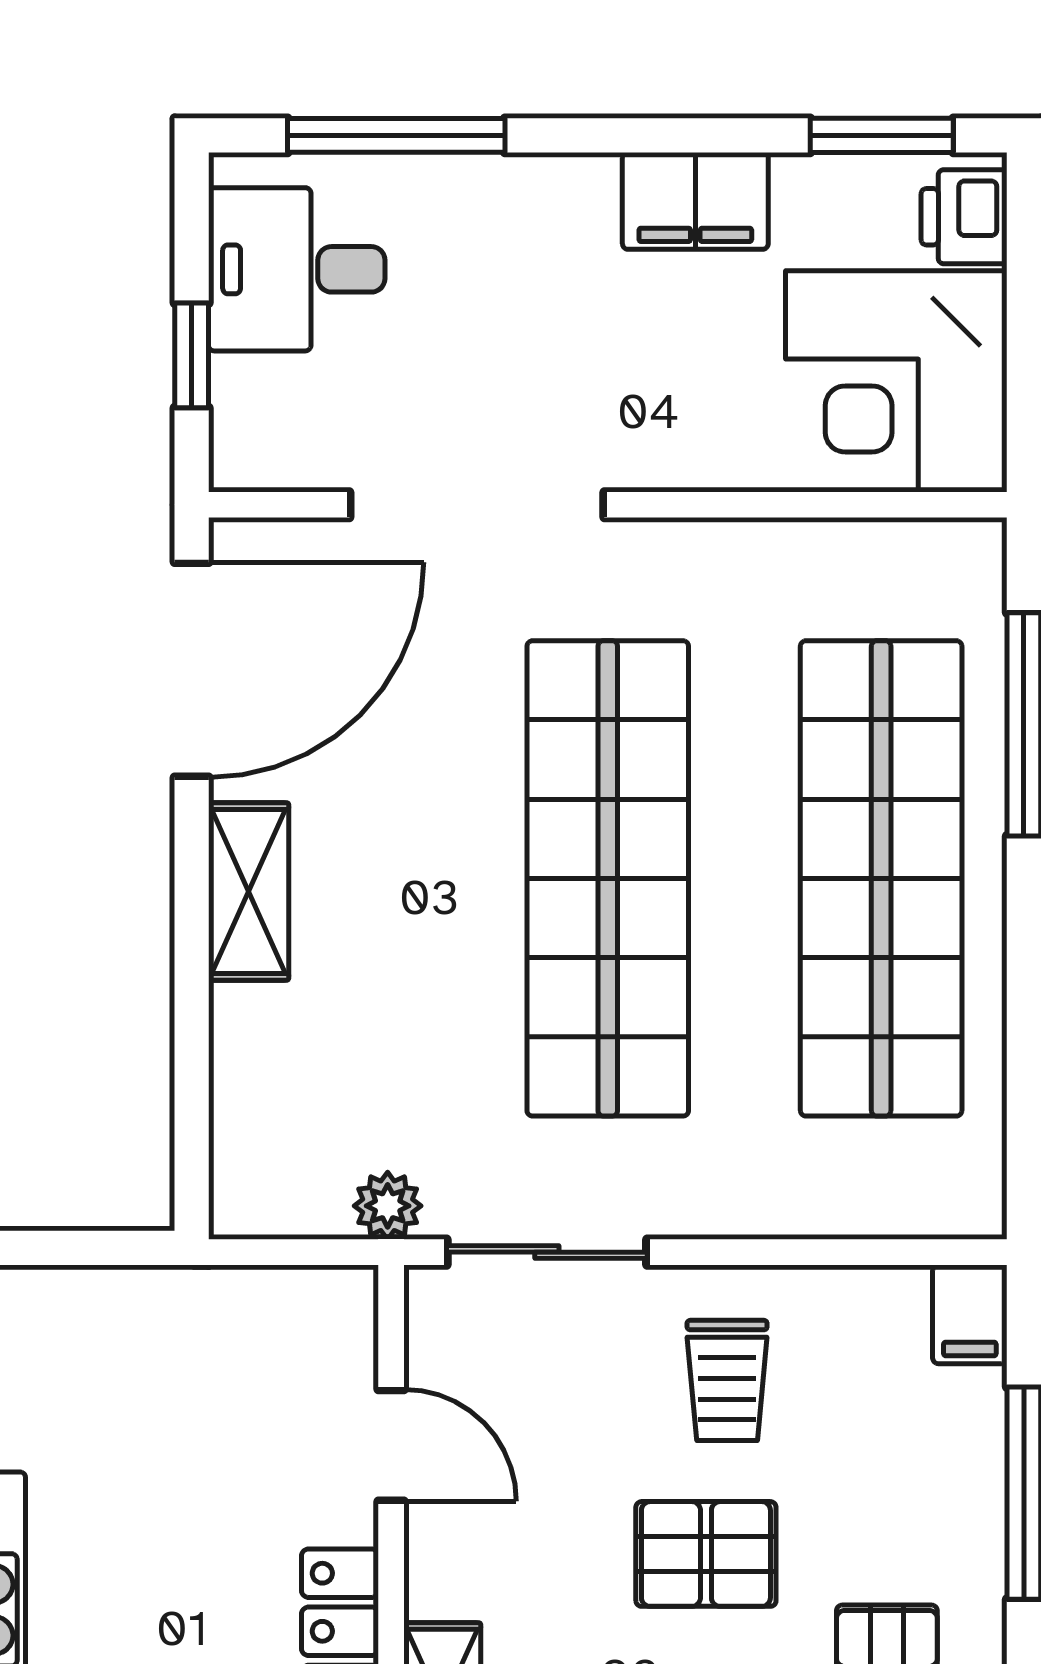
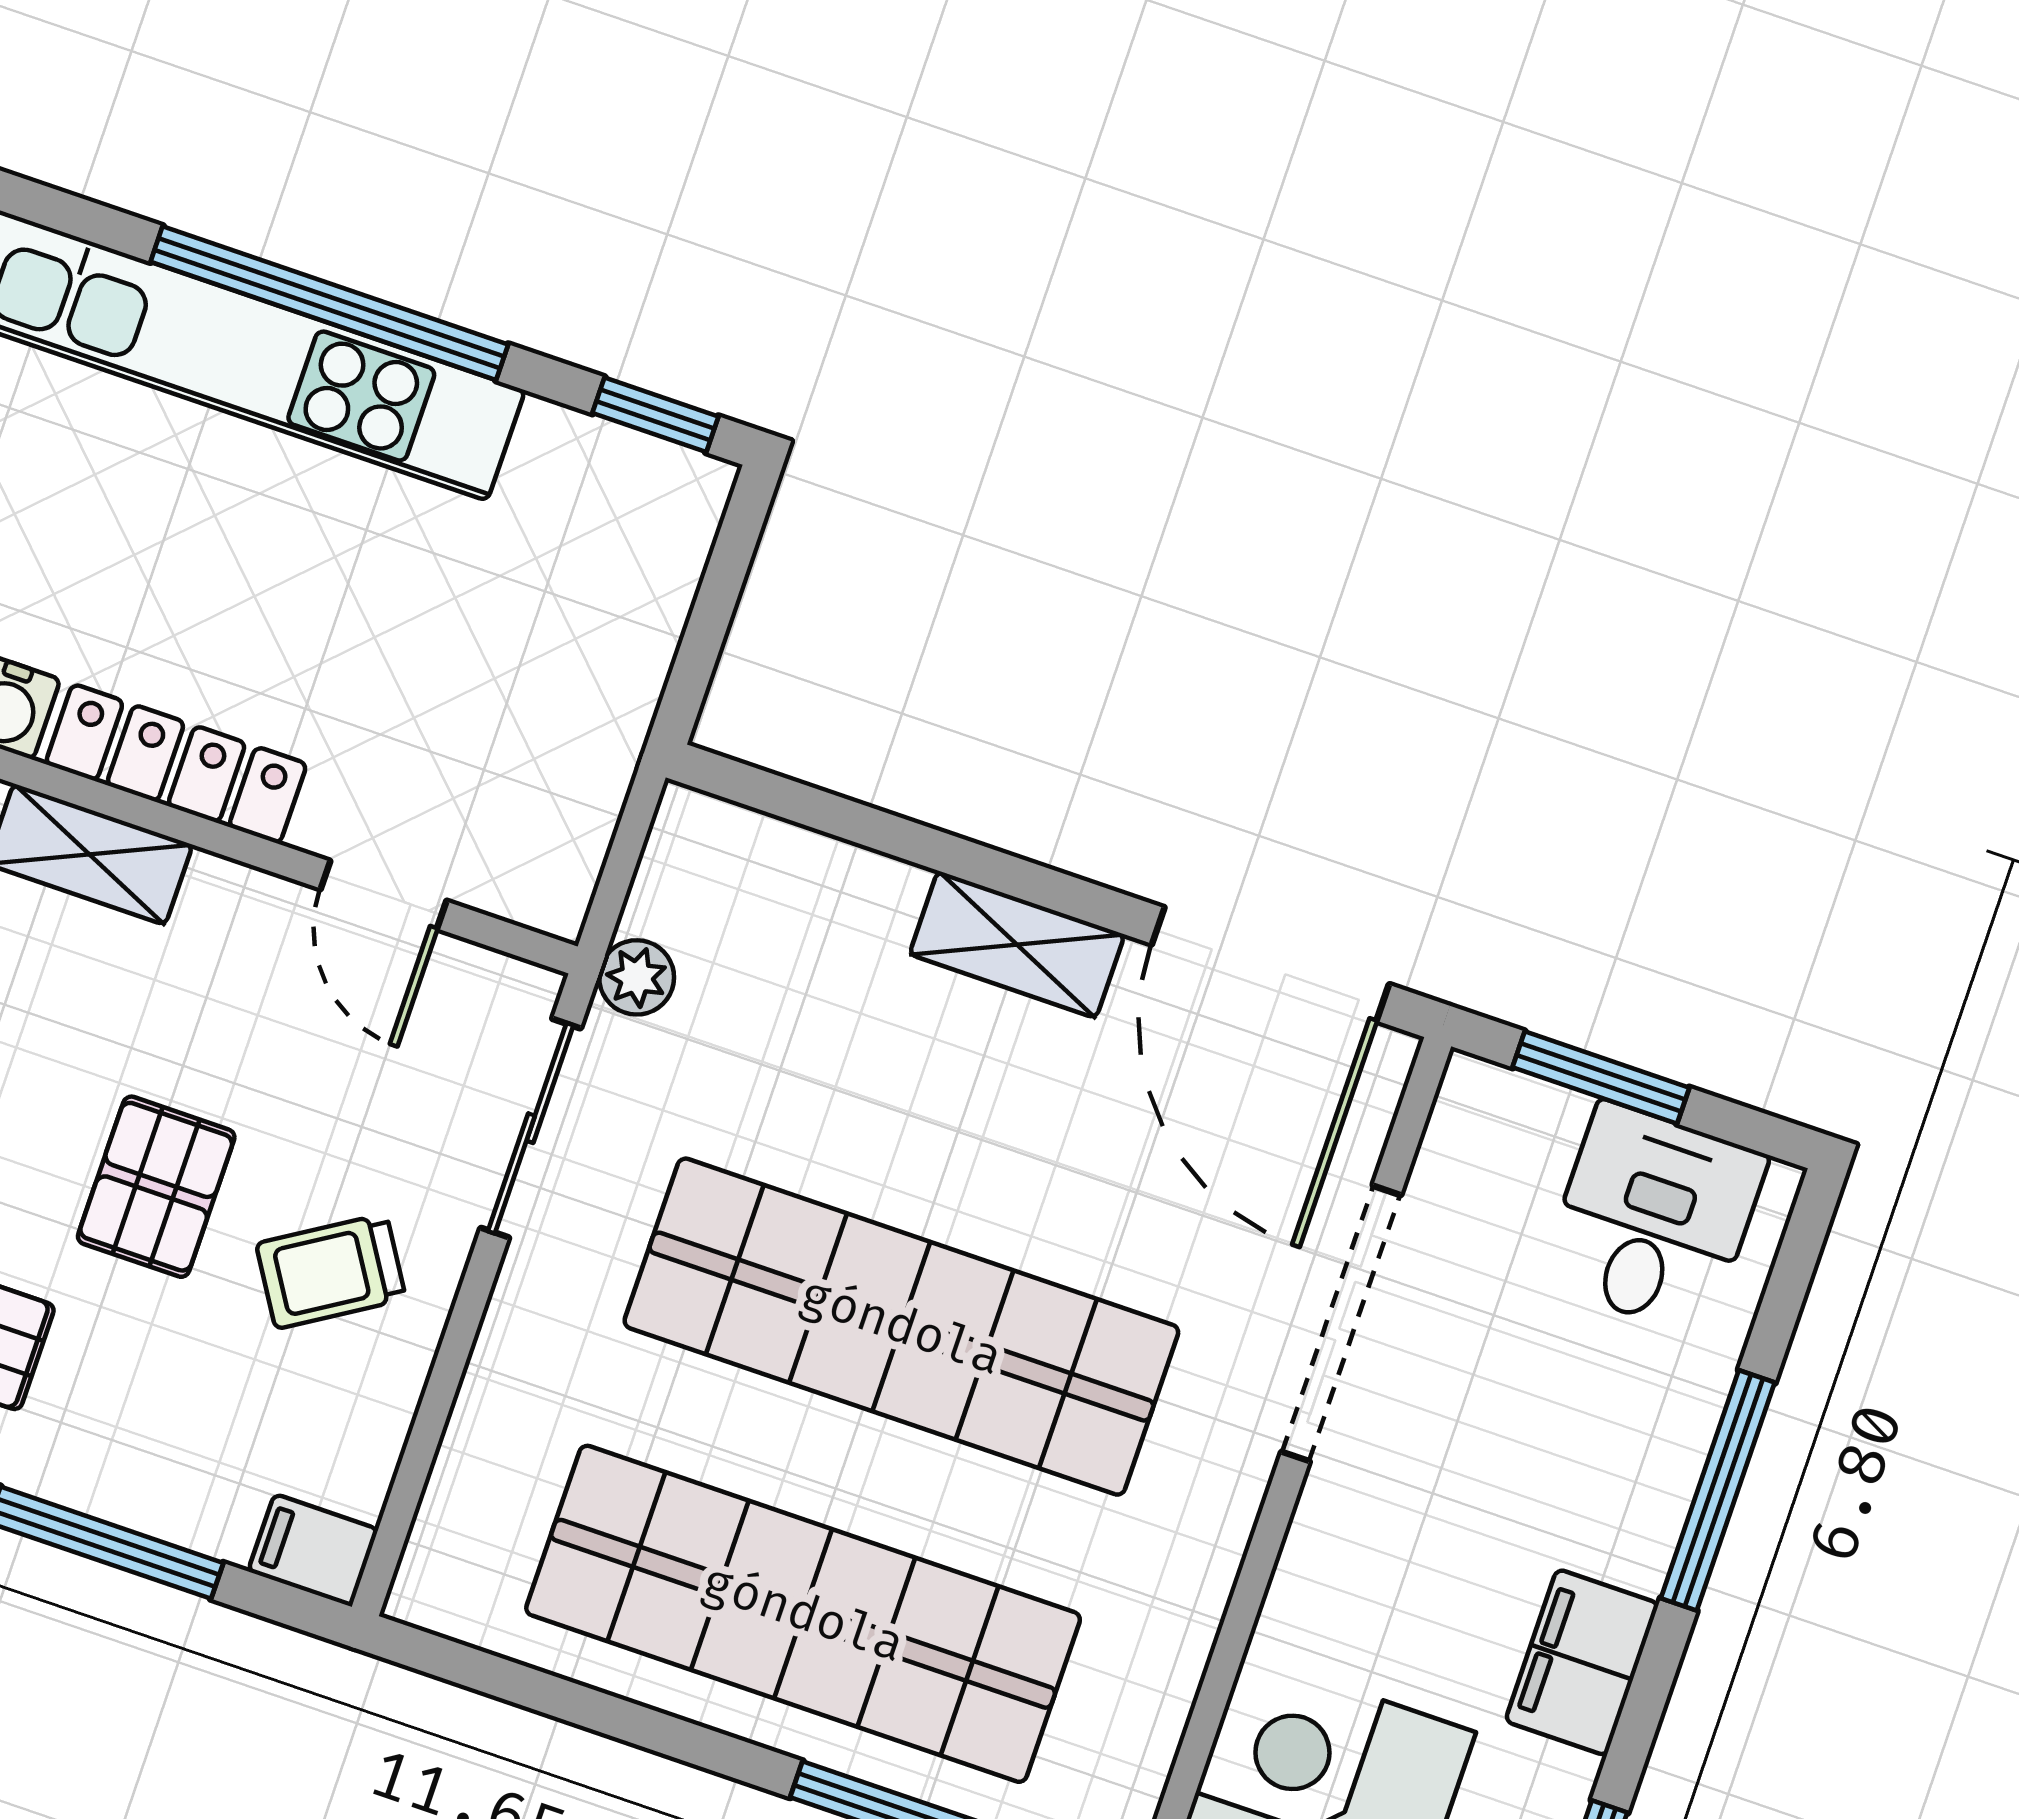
window: (396, 135) -> (1718, 1490), moved
window: (192, 355) -> (1601, 1077), width x1.50
trolley: (727, 1380) -> (331, 1271), turned -32
door: (391, 1445) -> (384, 895), hinge flipped

